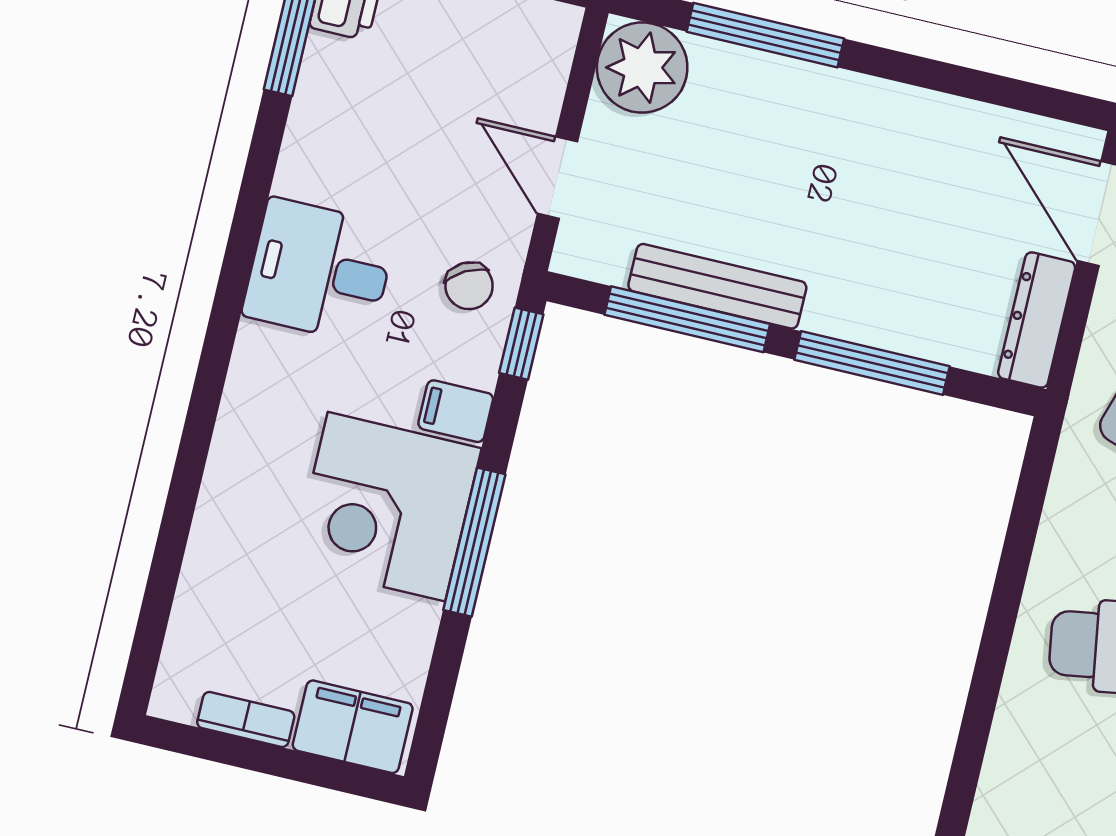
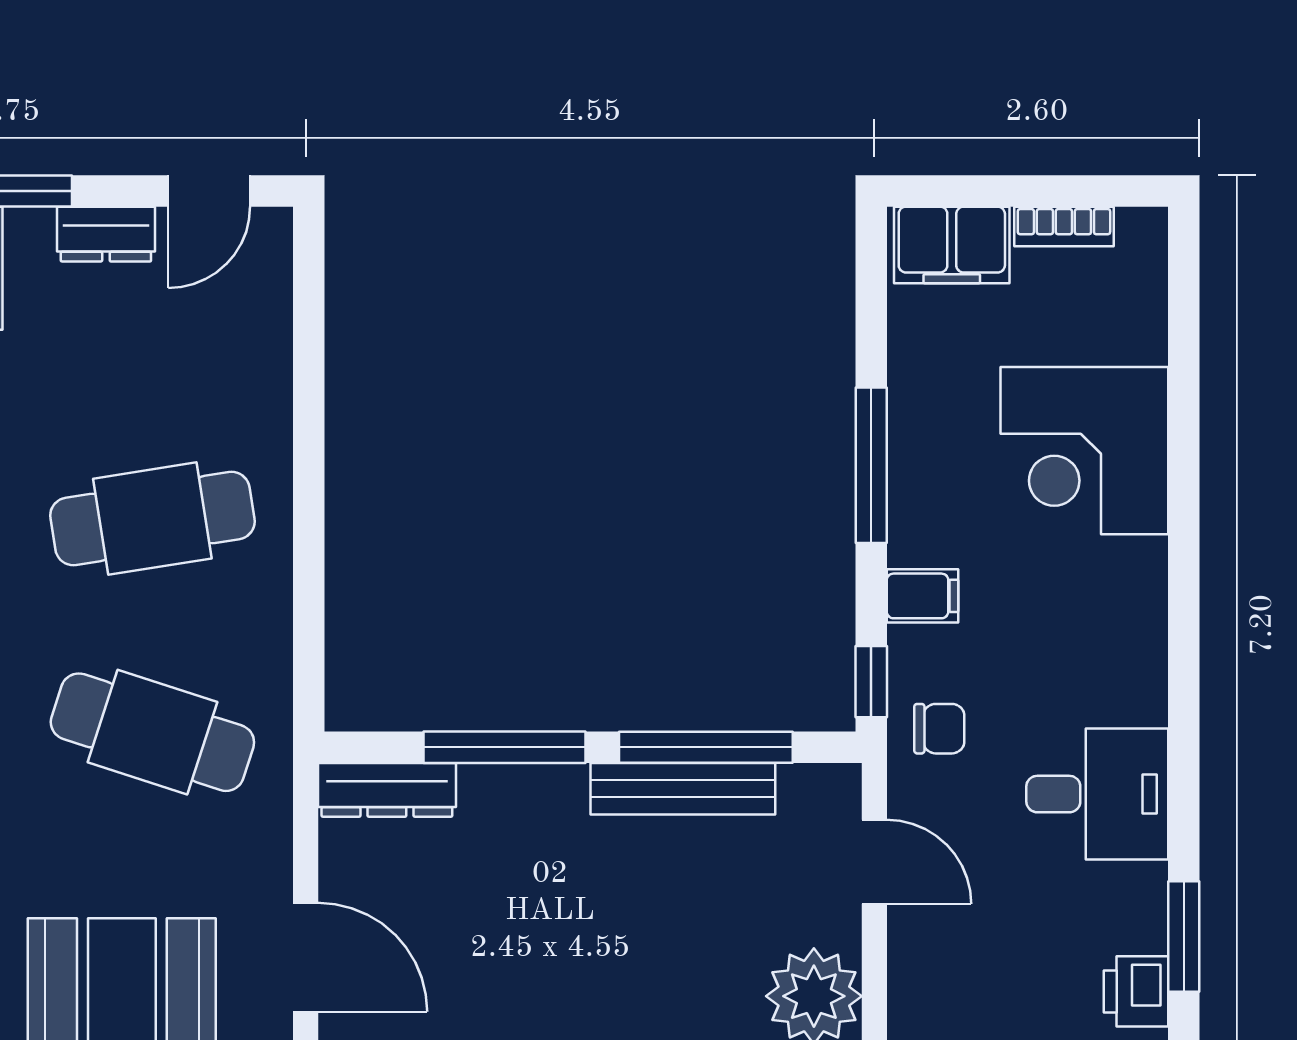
desk: (320, 271) -> (1097, 794), moved
chair: (469, 286) -> (939, 729), turned 119
dresser: (1037, 320) -> (387, 790), moved, turned 90
corner desk: (387, 507) -> (1084, 451), moved, turned 180

